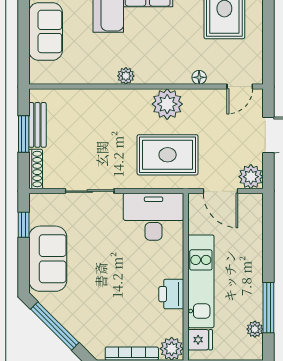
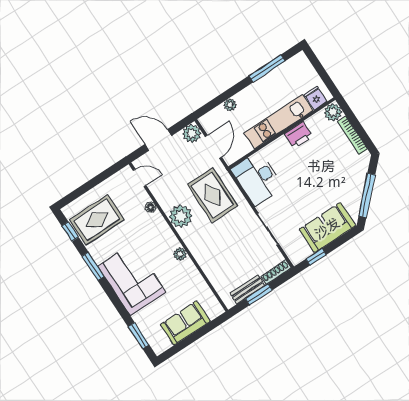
plant: (255, 329) -> (230, 105), moved

